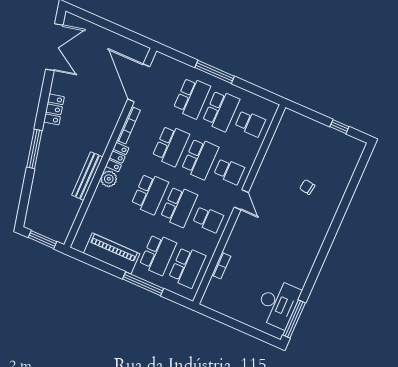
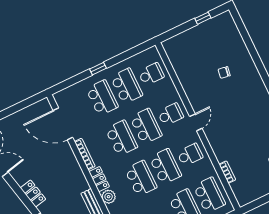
window: (215, 72) -> (98, 69), width x0.46
door: (241, 200) -> (196, 122), hinge flipped

